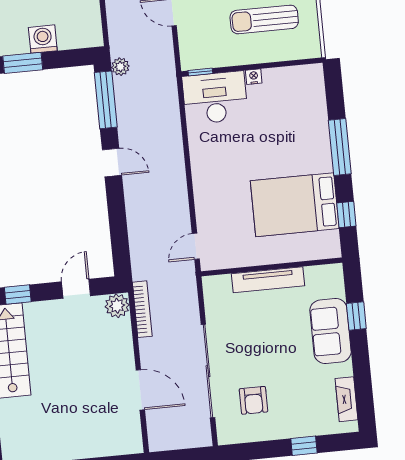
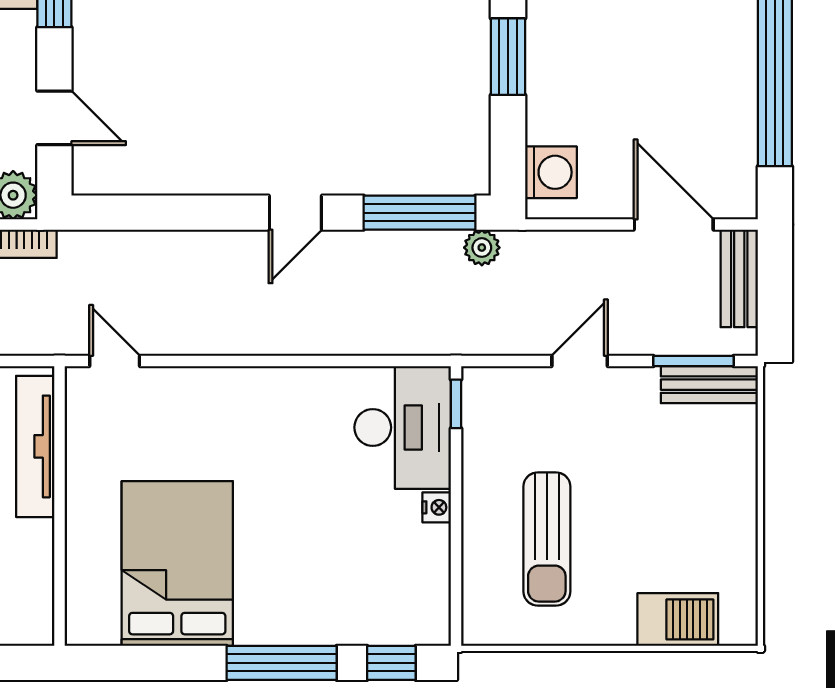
sun lounger: (264, 19) -> (547, 539), turned 180
washing machine: (43, 39) -> (551, 172), moved
window: (346, 215) -> (391, 663), moved
tv unit: (268, 280) -> (35, 446), moved

